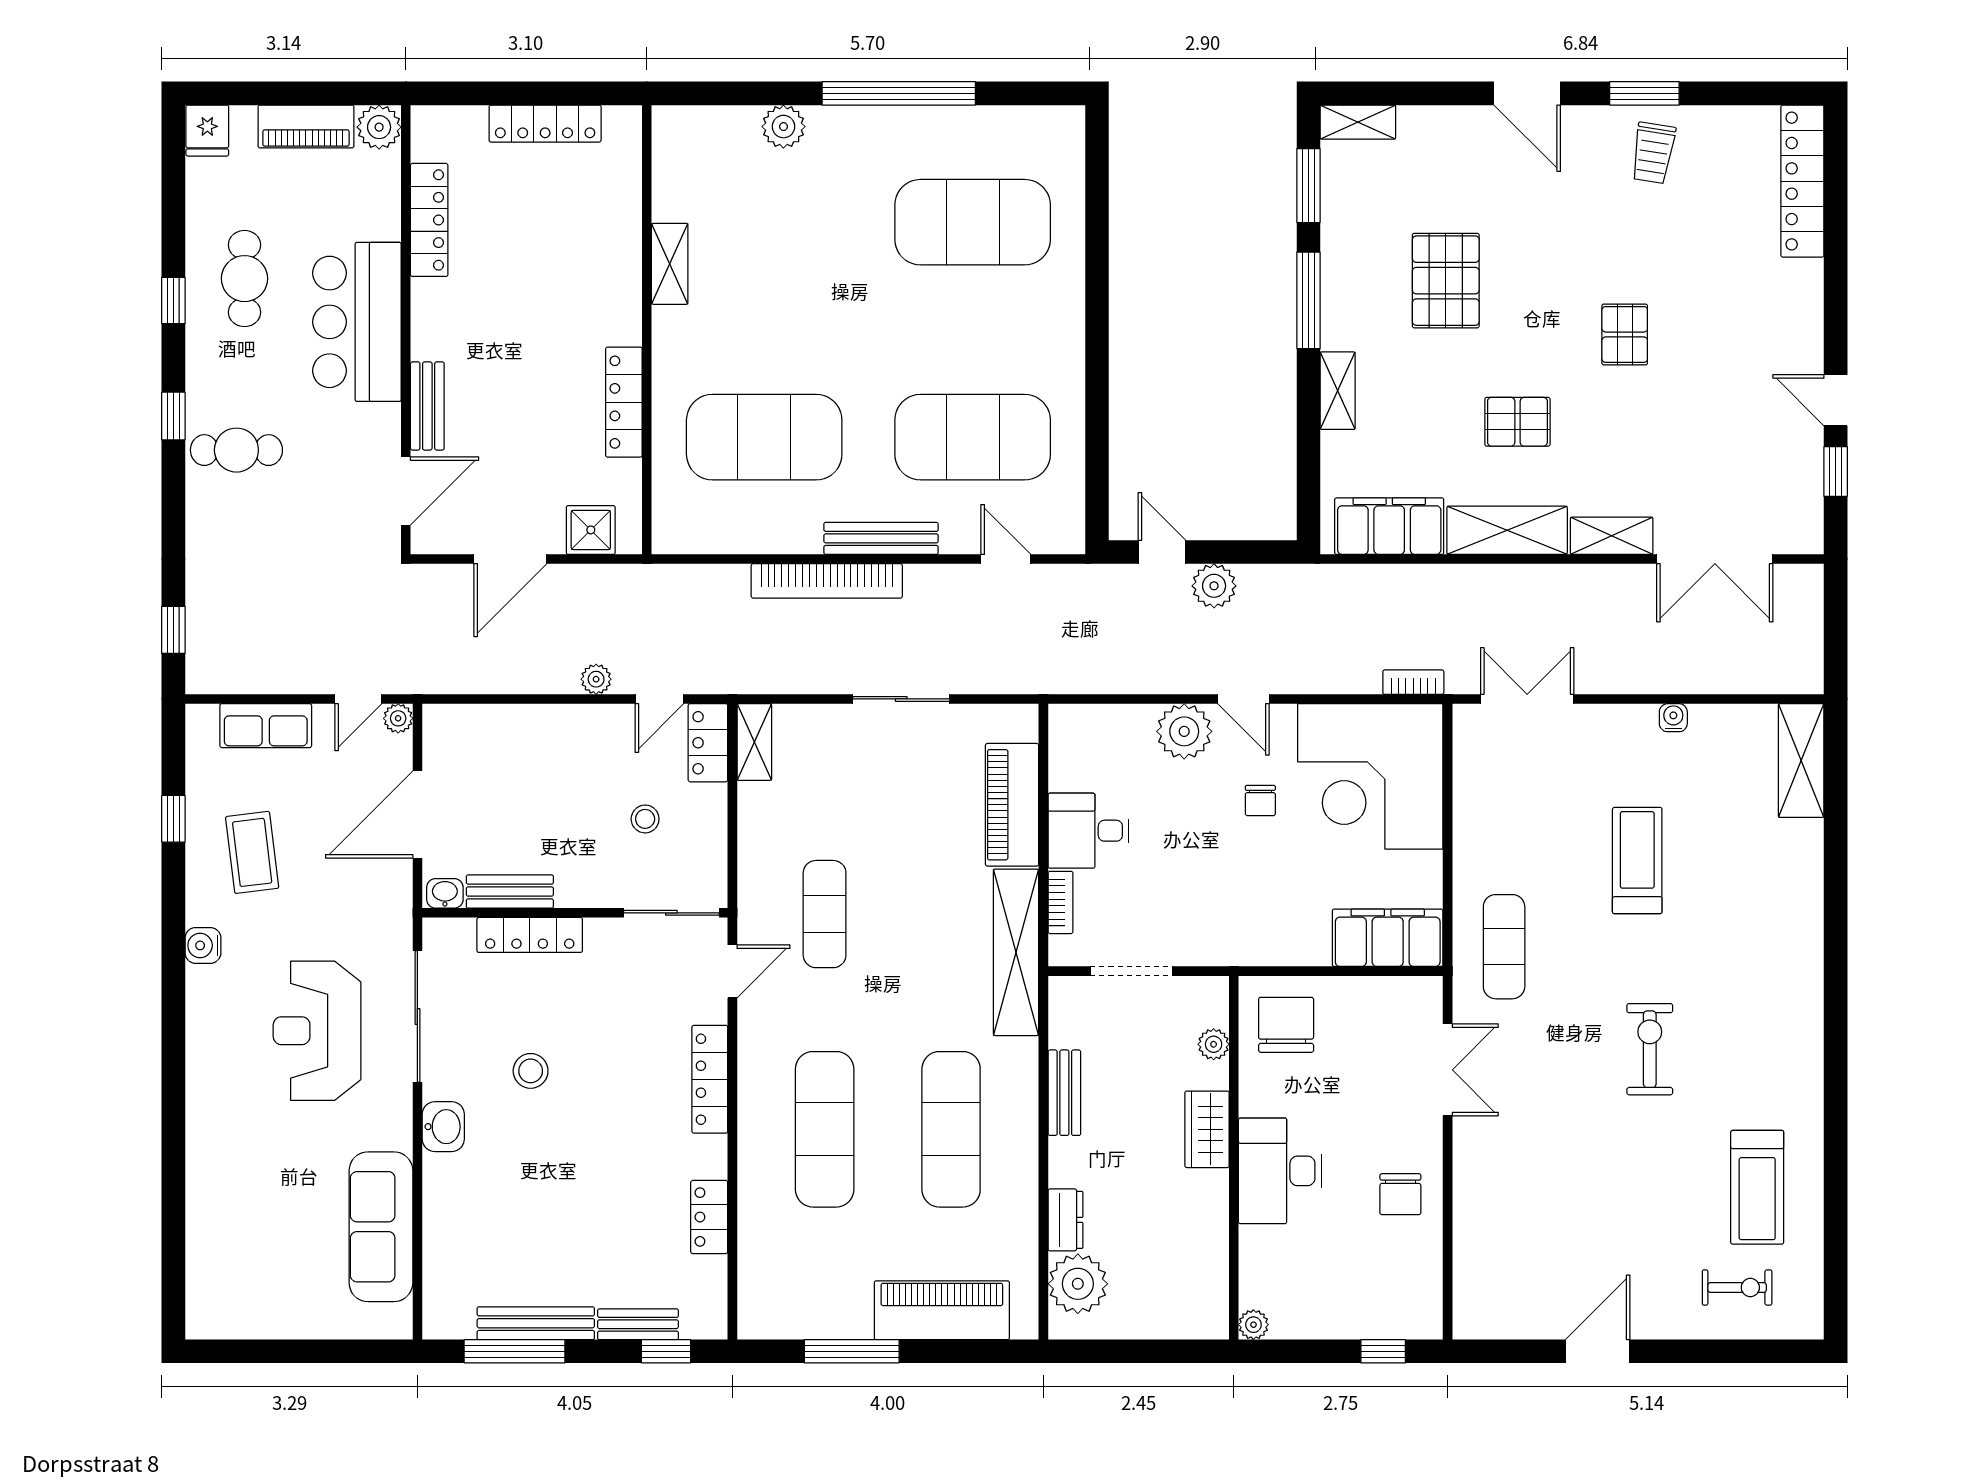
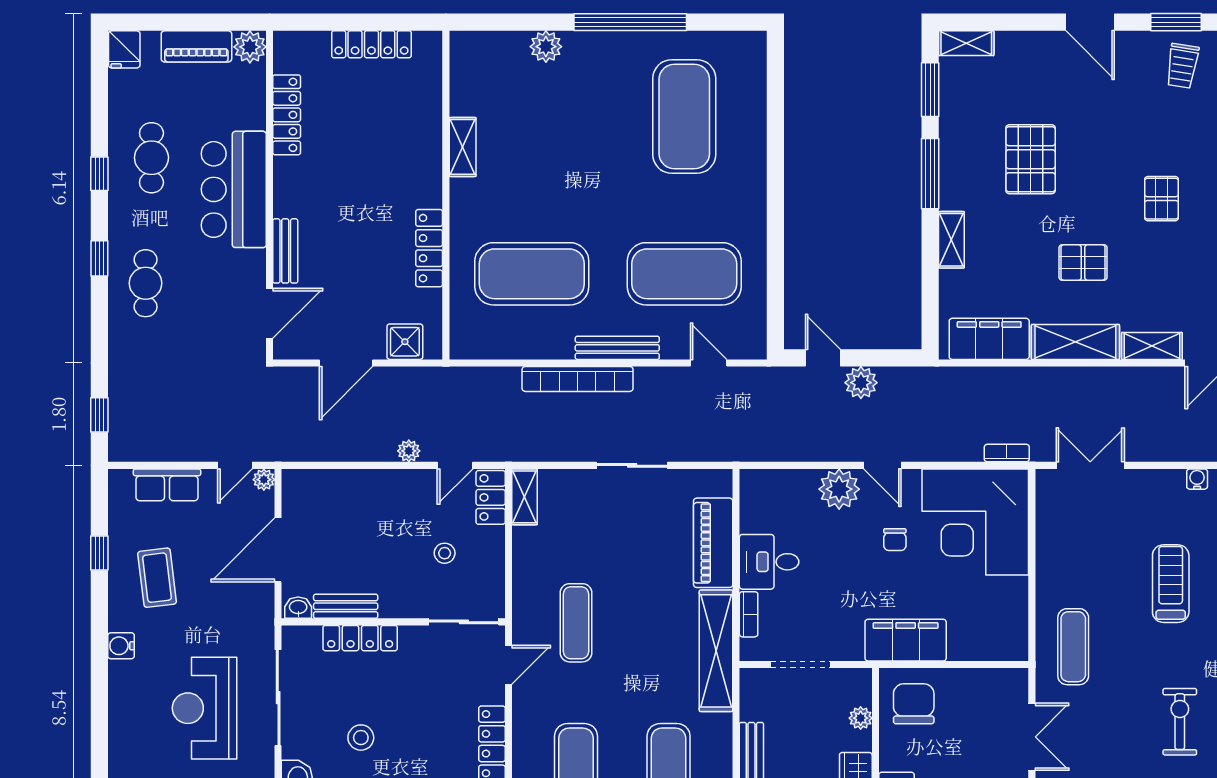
exercise mat: (973, 222) -> (684, 116), turned 90
cafe table: (236, 450) -> (146, 283), turned 90
filing cabinet: (1388, 938) -> (906, 640), moved

